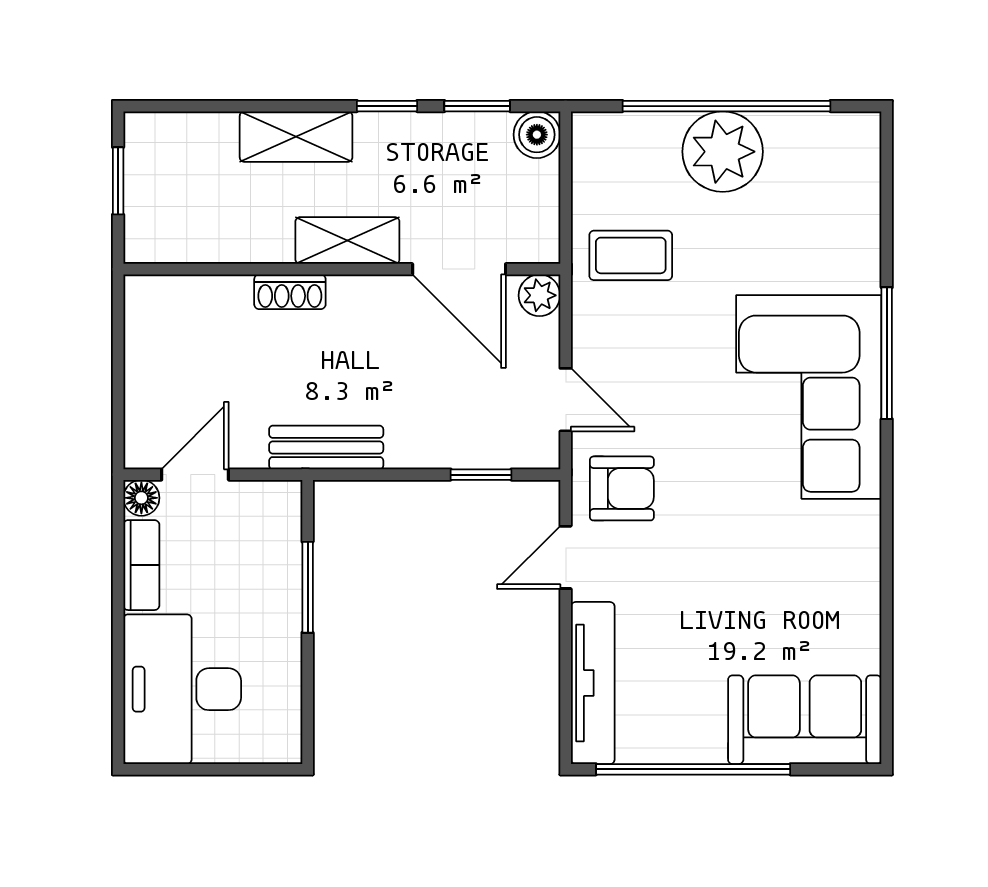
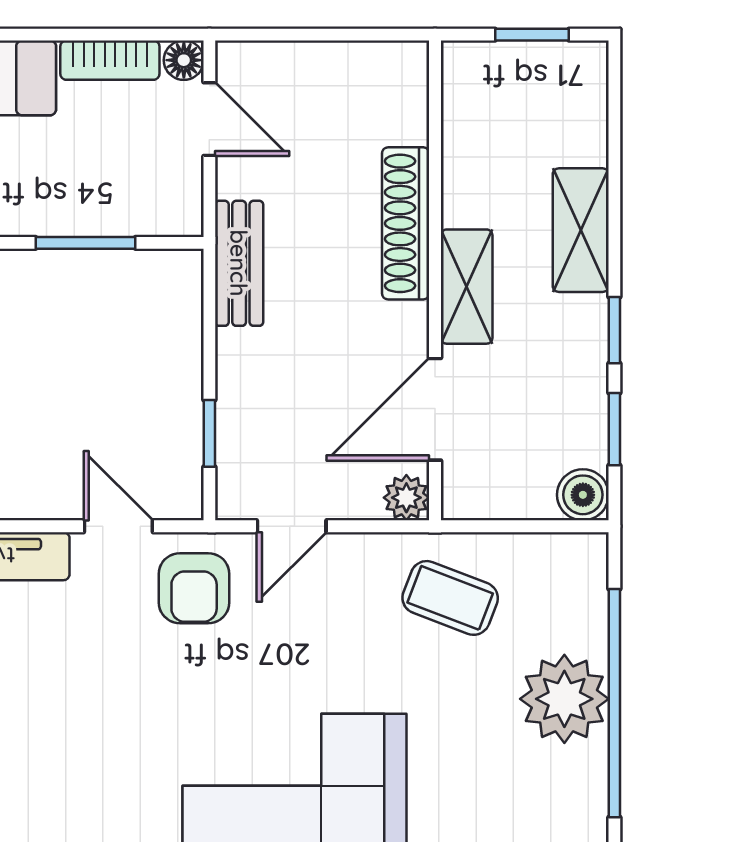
coffee table: (631, 255) -> (450, 598), turned -69
shoe rack: (290, 292) -> (406, 223), width x1.94, depth x1.24

